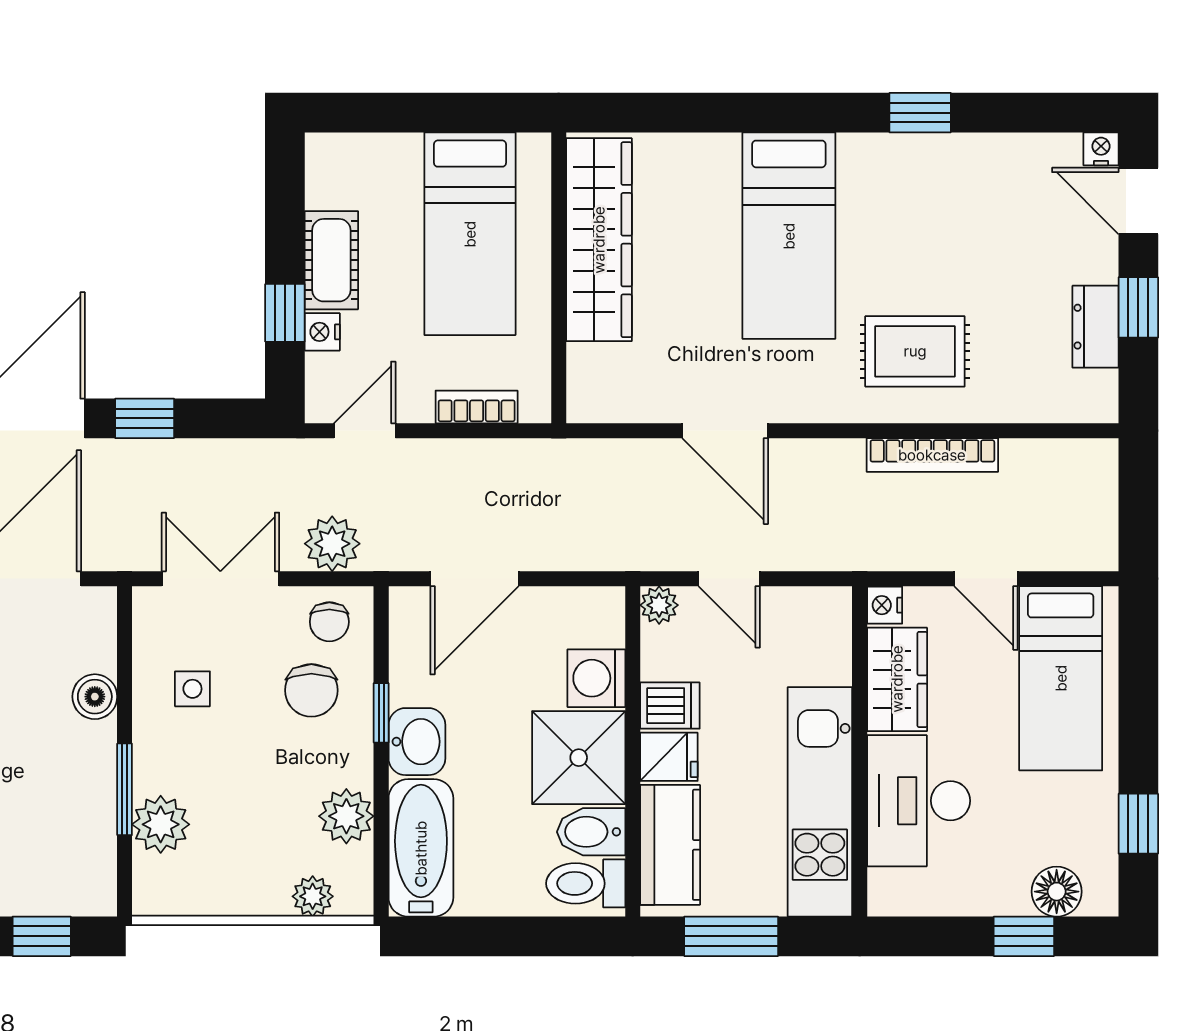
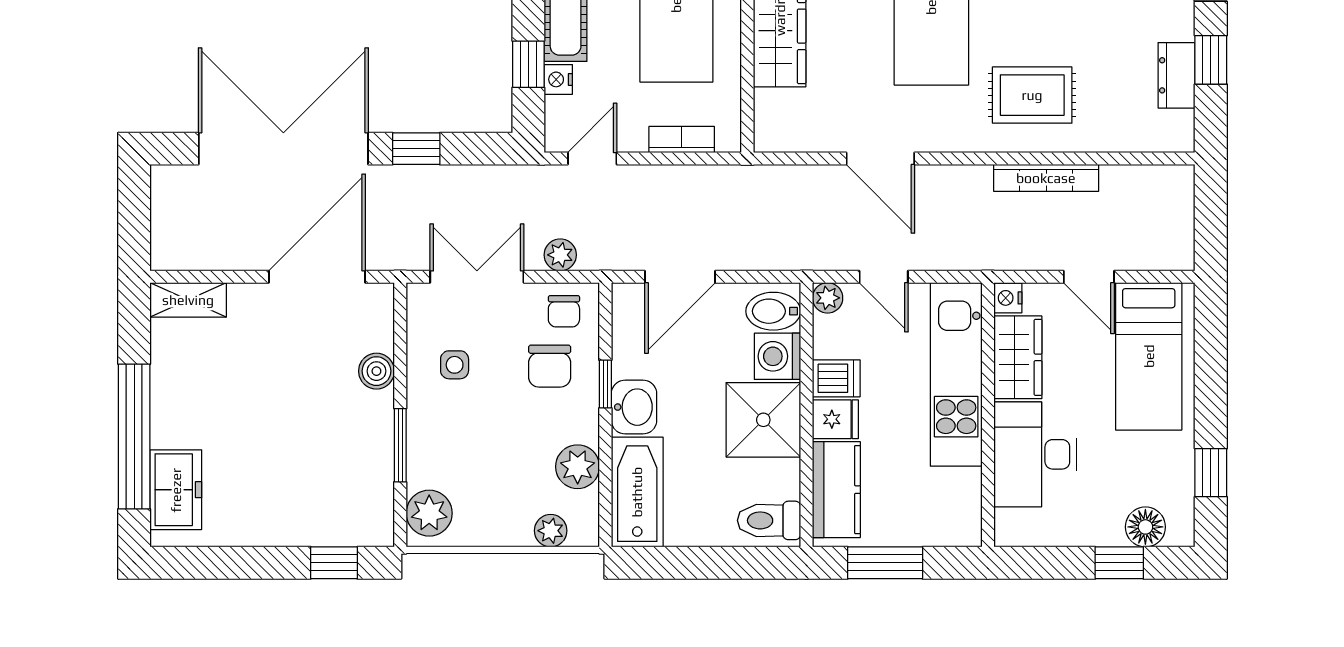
plant: (332, 544) -> (560, 255), width x0.73, depth x0.73
kitchen unit: (820, 802) -> (956, 374), moved
plant: (161, 824) -> (429, 513), moved
bidet: (591, 832) -> (773, 311), moved

